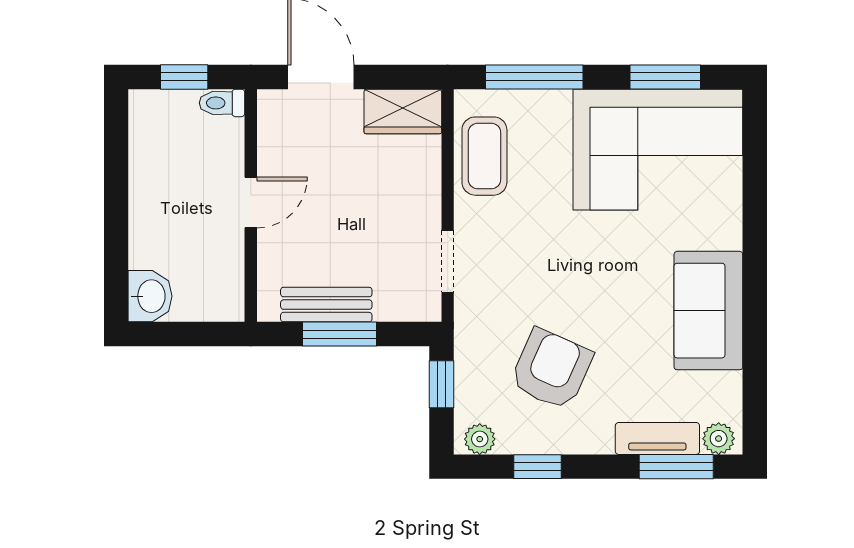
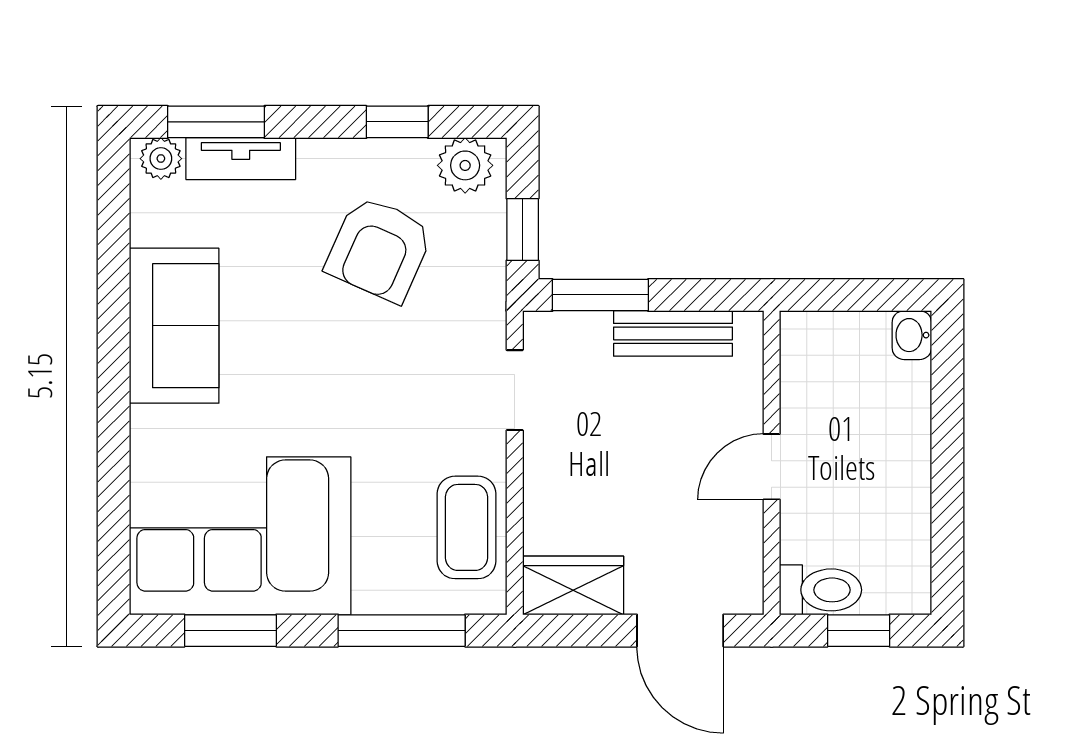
toilet: (222, 103) -> (821, 590), width x1.37, depth x1.39
washbasin: (150, 296) -> (912, 335), width x0.72, depth x0.69
window: (340, 334) -> (600, 295), moved
plant: (480, 439) -> (465, 165), width x1.38, depth x1.38

